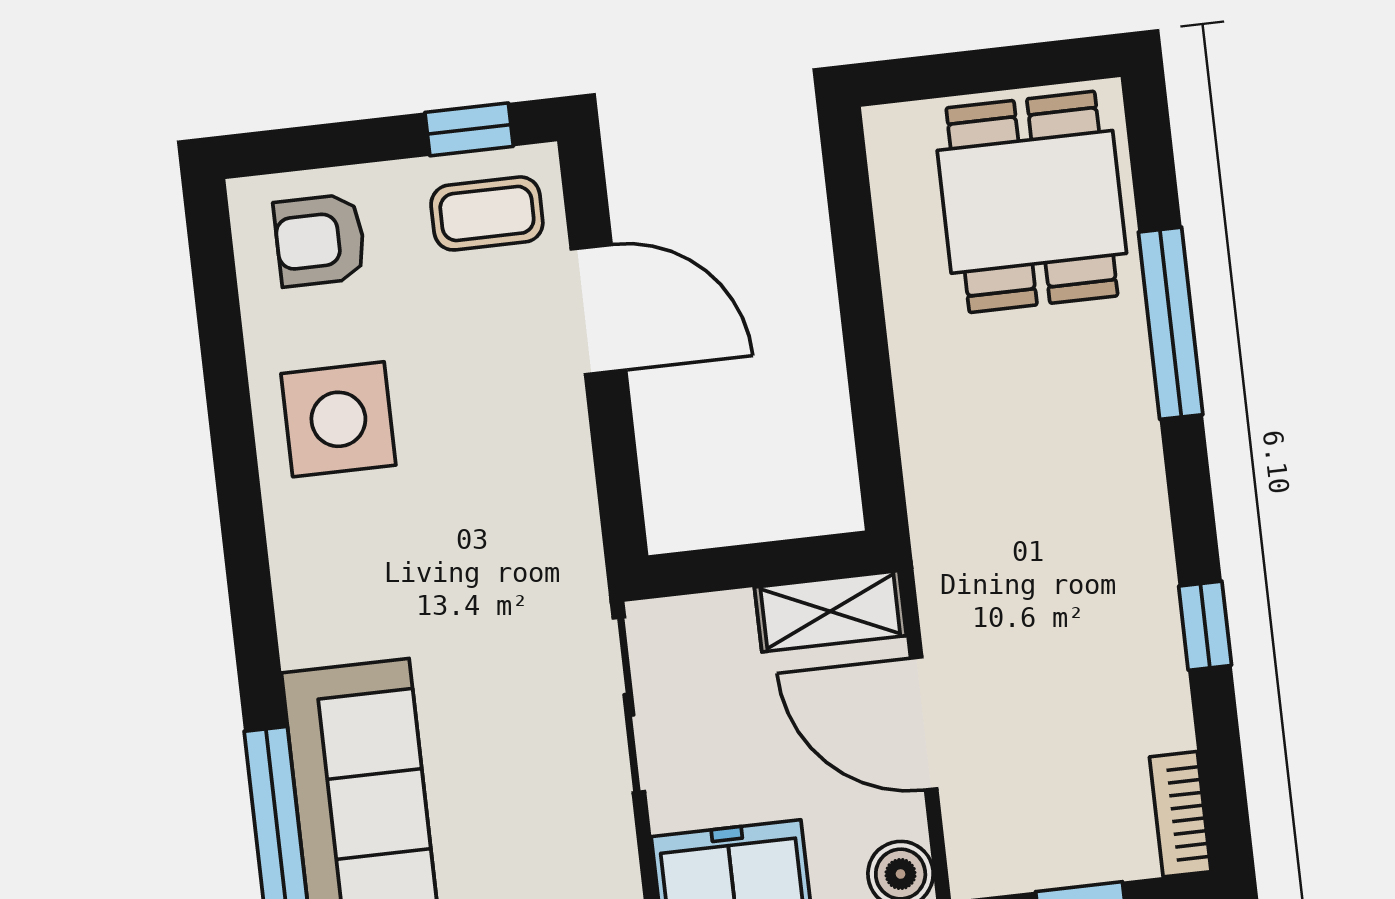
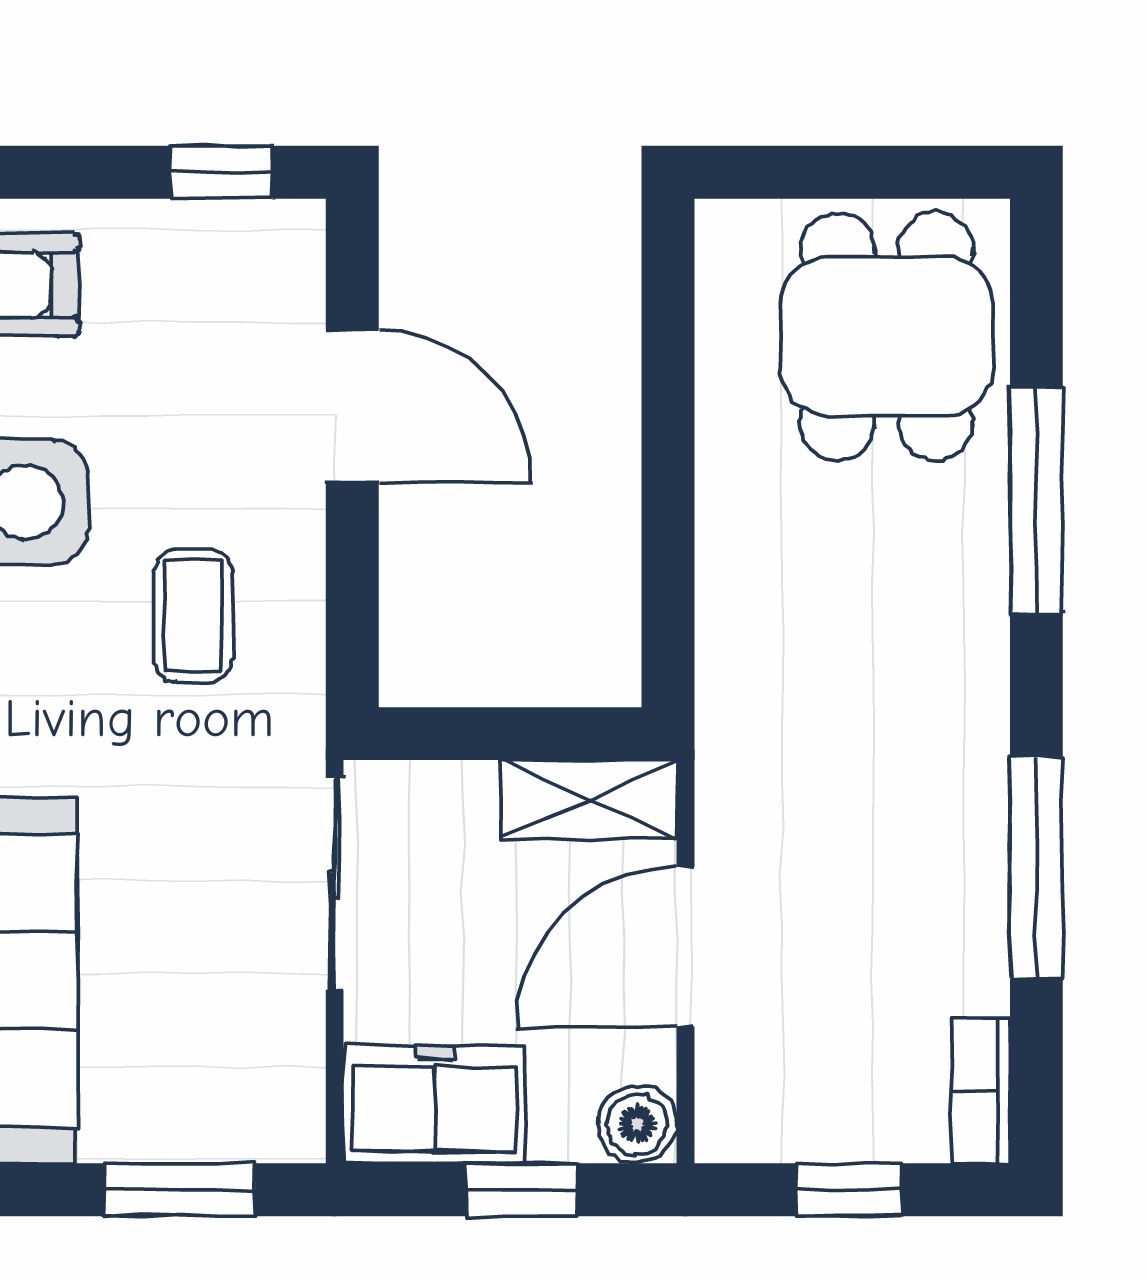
coffee table: (487, 213) -> (193, 616), moved, turned 90
window: (1205, 626) -> (1036, 868), width x2.17
door: (924, 723) -> (685, 947), hinge flipped

